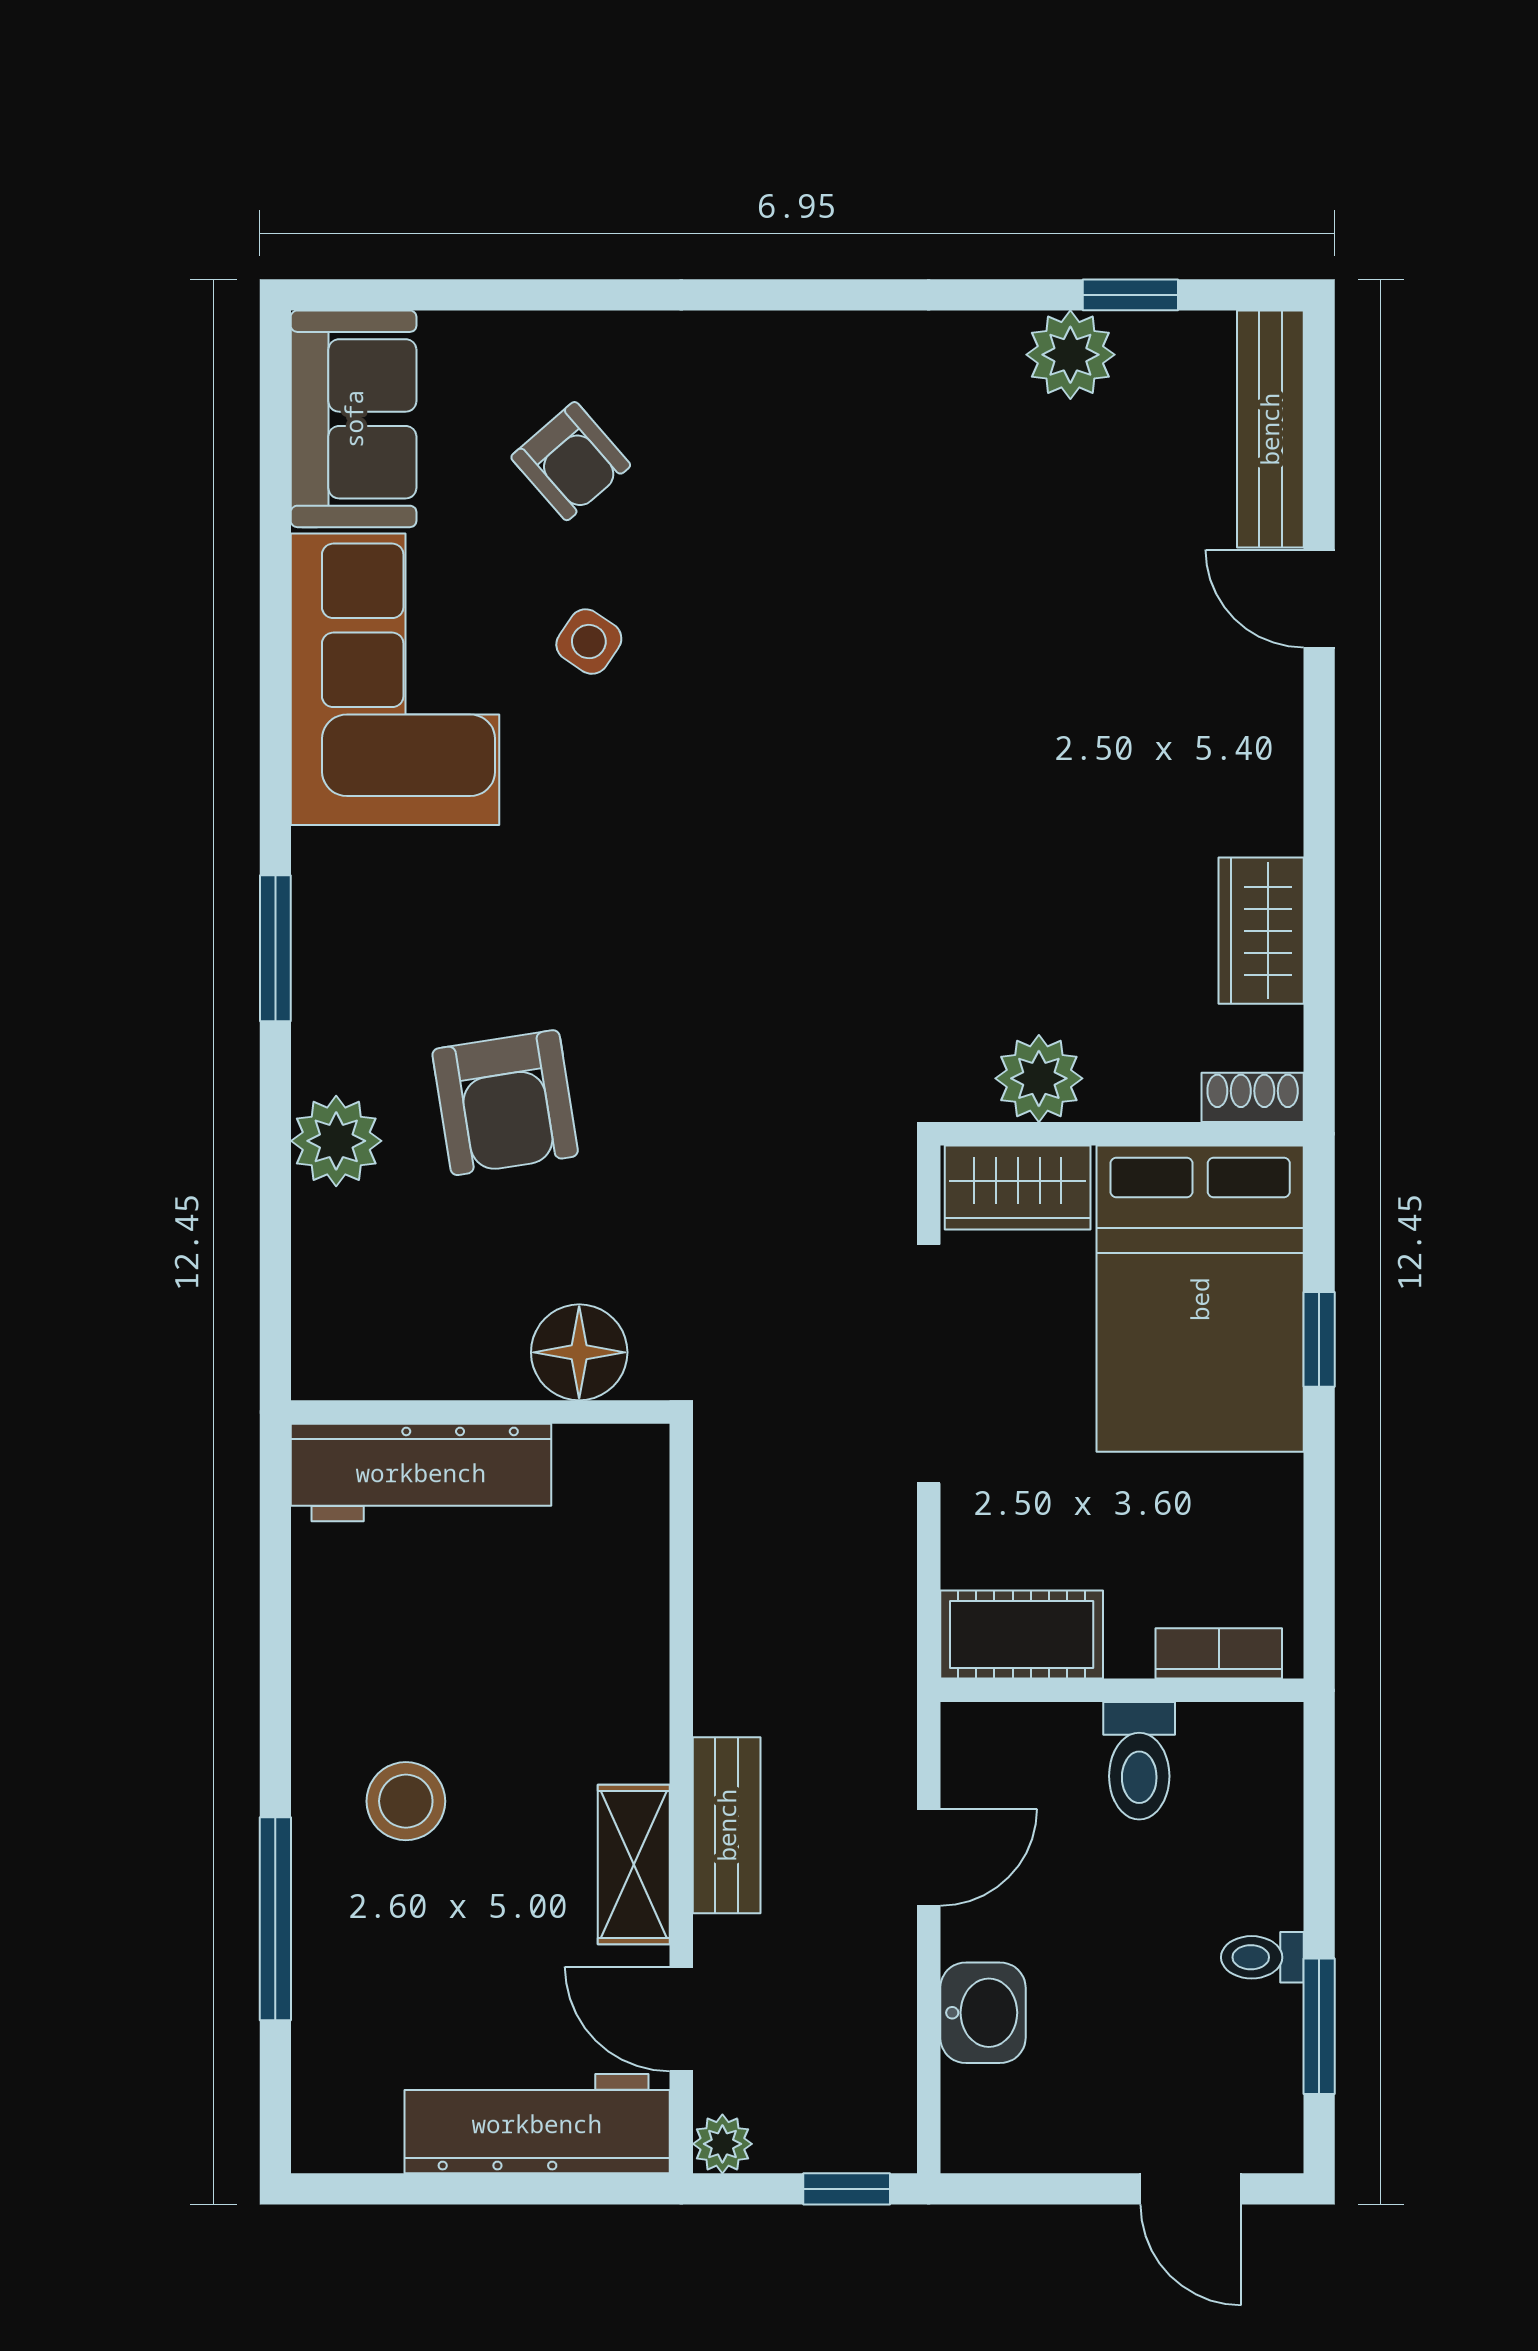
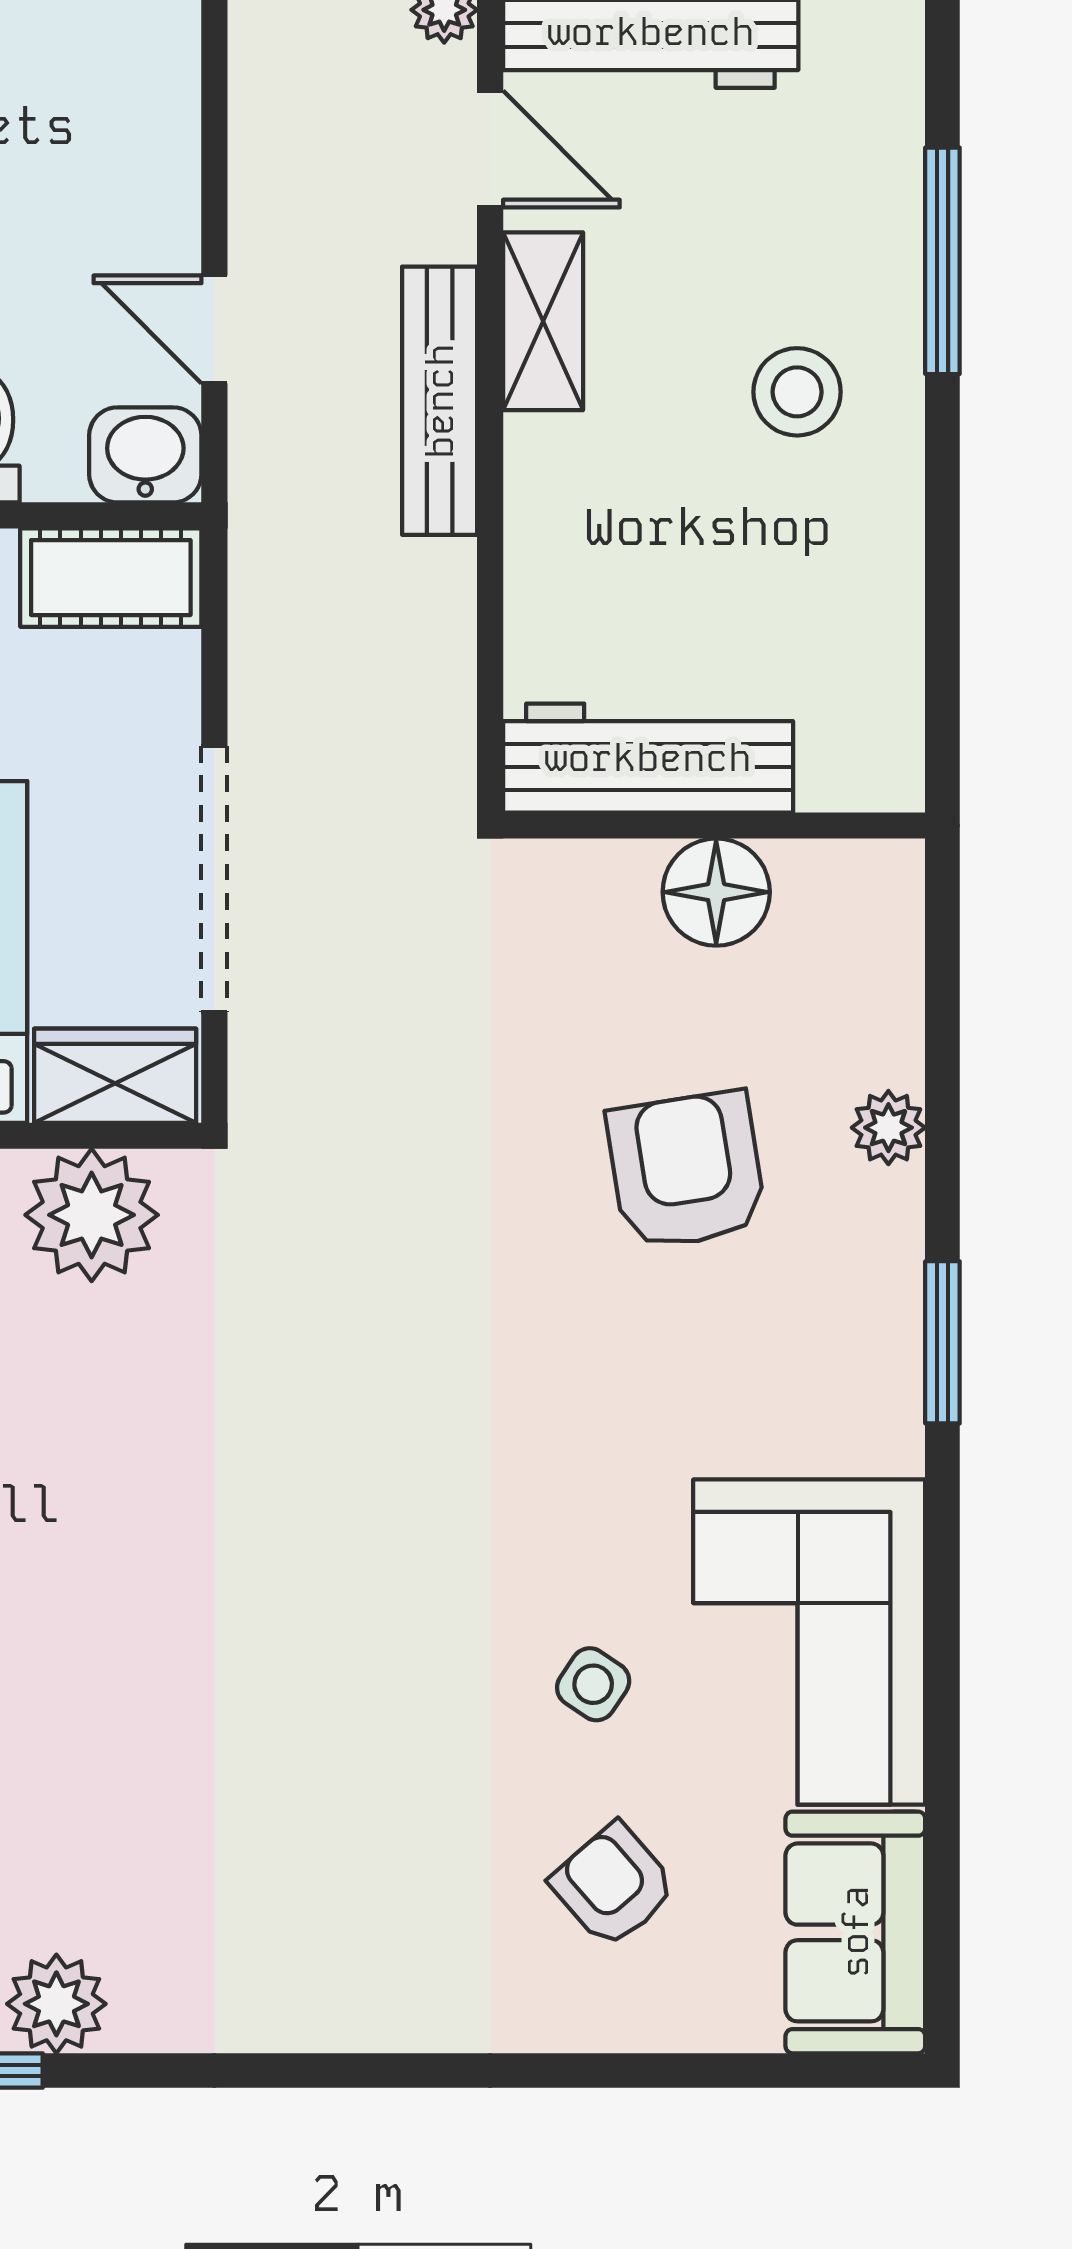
plant: (1039, 1078) -> (92, 1215), width x1.36, depth x1.36
plant: (336, 1141) -> (888, 1128), width x0.73, depth x0.73
floor lamp: (579, 1352) -> (716, 892), moved
workbench: (421, 1473) -> (648, 758), moved
bench: (727, 1825) -> (440, 401), width x1.36
door: (929, 1857) -> (214, 329), hinge flipped
washbasin: (983, 2013) -> (145, 455), moved, turned 90

